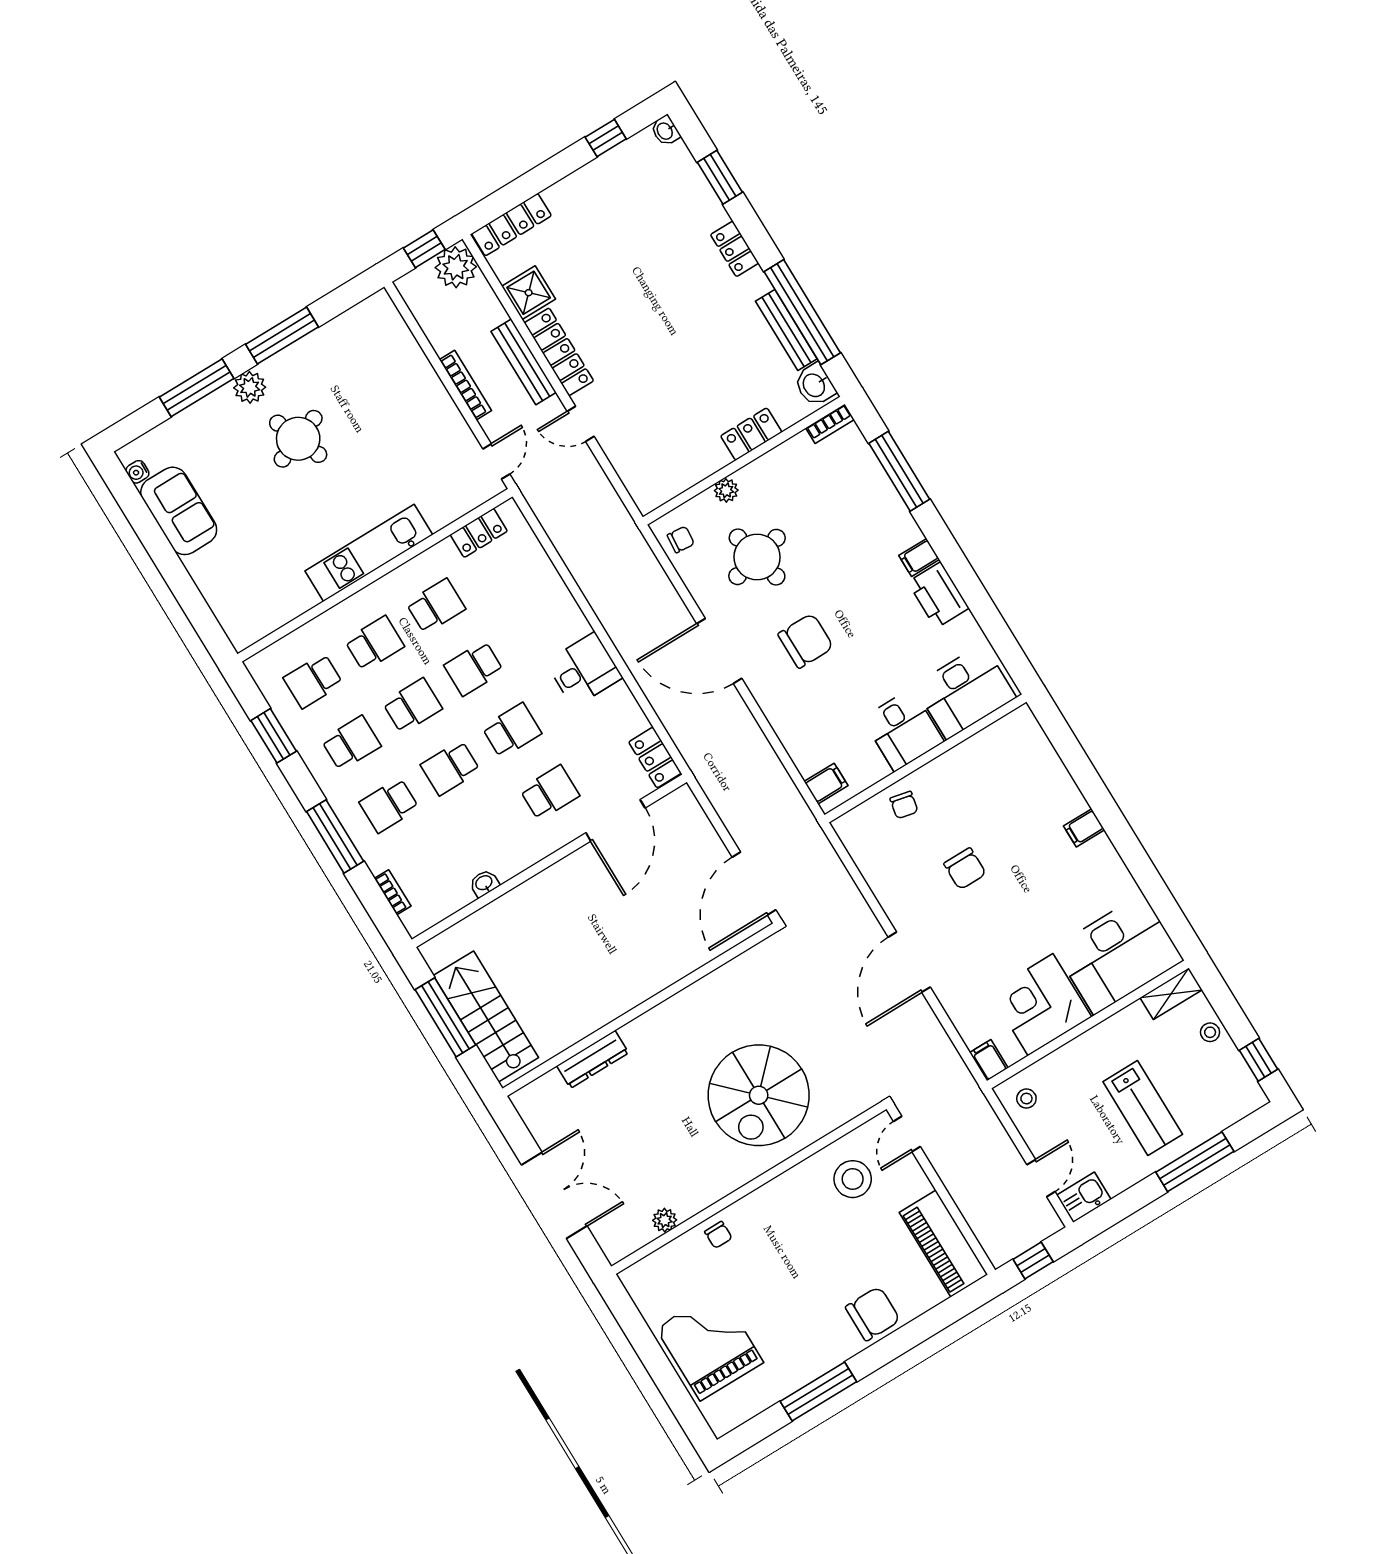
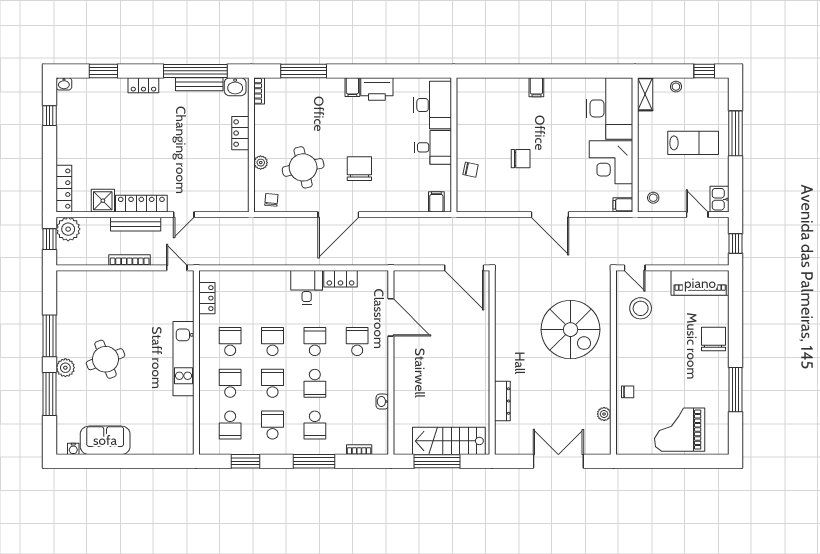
school desk: (474, 668) -> (272, 342), turned 180
locker: (655, 758) -> (341, 279), moved

